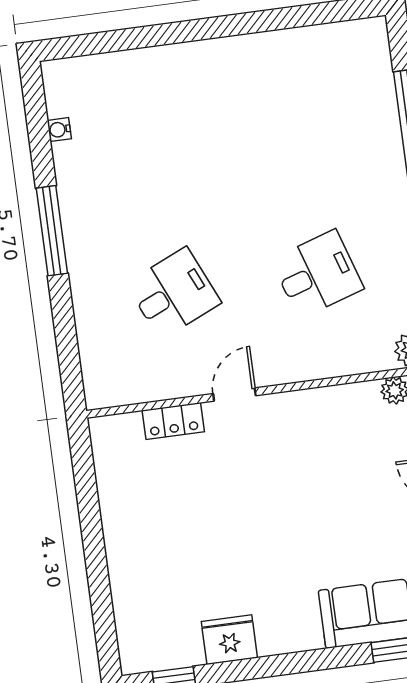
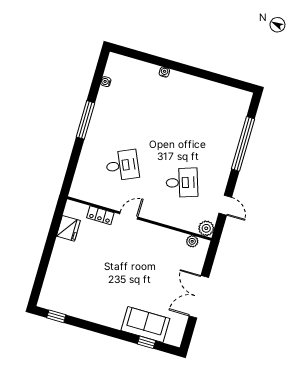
water cooler: (176, 54) -> (164, 72), added
fridge: (229, 640) -> (68, 228), moved, turned 90

